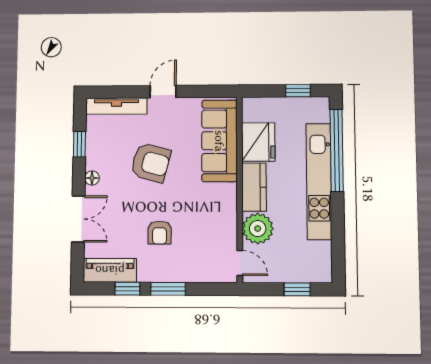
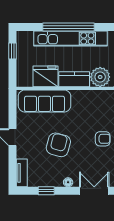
tv unit: (116, 106) -> (22, 173), width x0.71
window: (337, 150) -> (68, 27), moved

